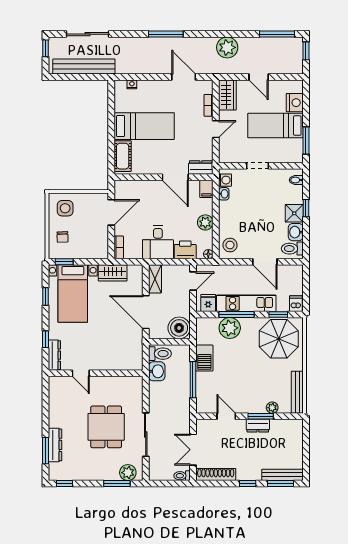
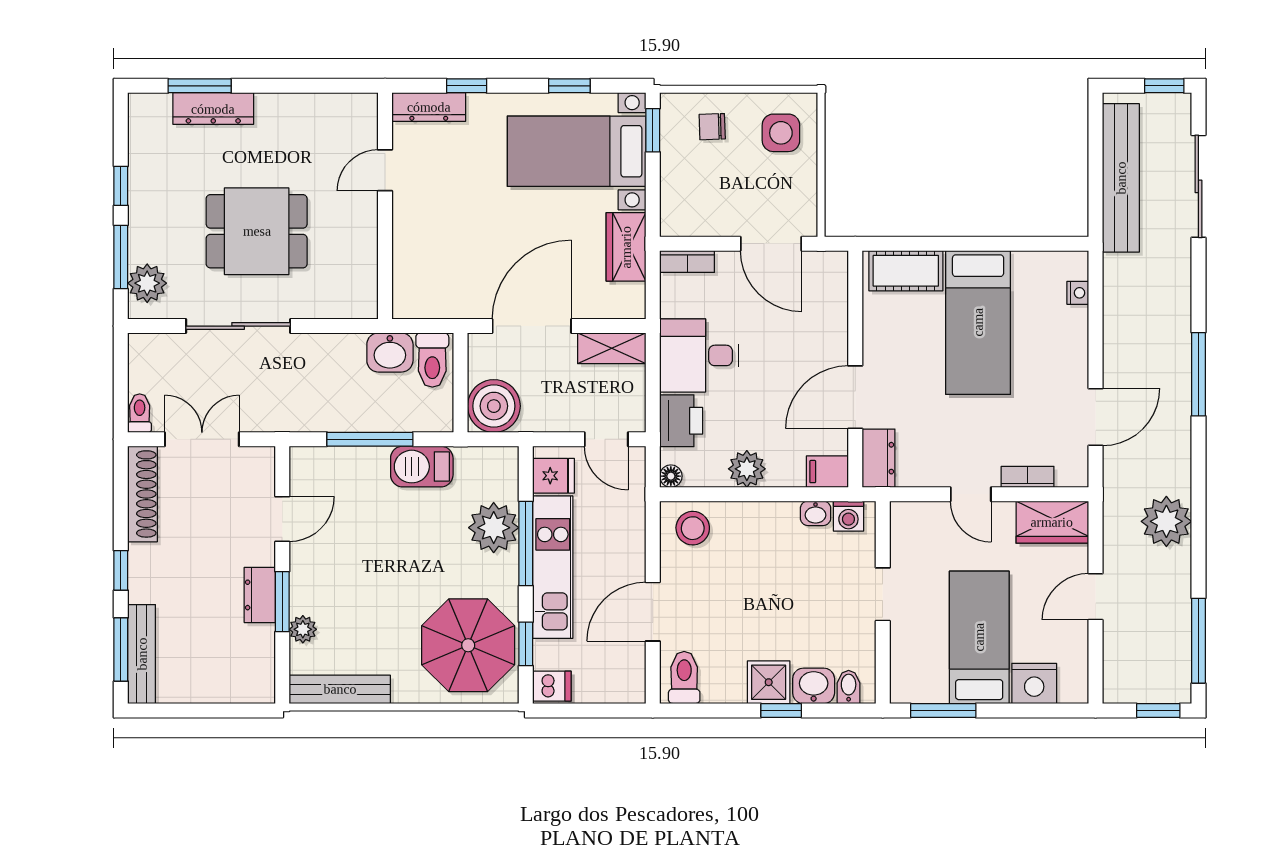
washbasin: (296, 232) -> (814, 686), moved
window: (64, 483) -> (121, 186), moved

